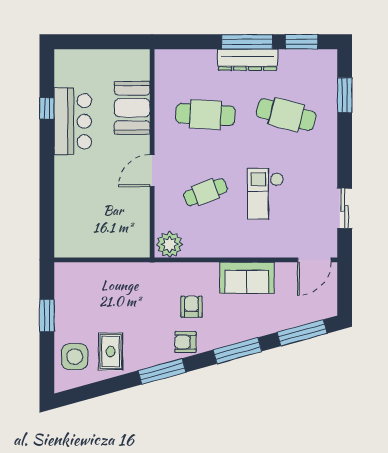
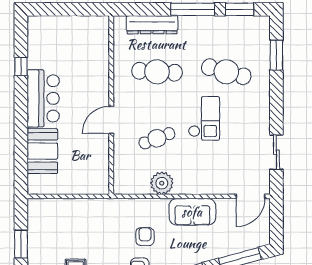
dresser: (248, 60) -> (152, 25), moved
booth: (132, 108) -> (42, 151), moved
bar counter: (73, 121) -> (43, 98), moved
checkout: (265, 194) -> (204, 118), moved, turned 180
plant: (170, 244) -> (162, 183), moved

